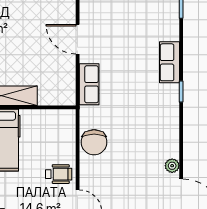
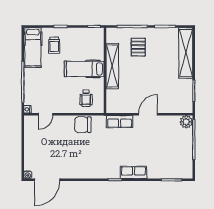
plant: (172, 166) -> (68, 174), removed
wheelchair: (59, 174) -> (86, 98), moved

